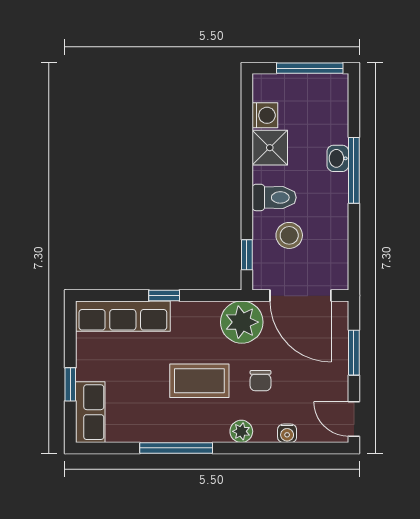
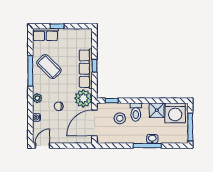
washing machine: (265, 115) -> (175, 113), width x1.89, depth x1.89
row of seats: (123, 316) -> (86, 69), moved
window: (354, 353) -> (70, 146), removed
coffee table: (199, 381) -> (49, 67), moved, turned -45

